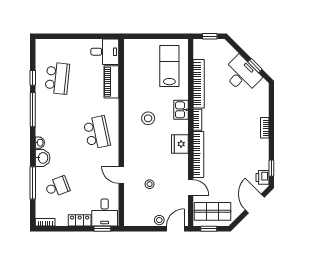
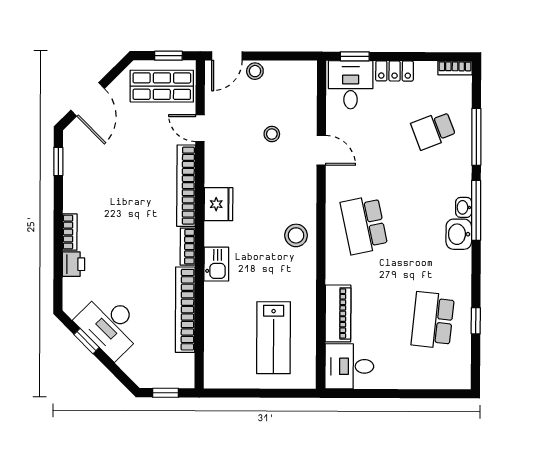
lab bench: (169, 66) -> (274, 338), moved
window: (33, 110) -> (476, 210), moved
stool: (148, 118) -> (296, 235), moved
washbasin: (43, 158) -> (459, 234), moved
printer: (263, 177) -> (74, 264), moved

